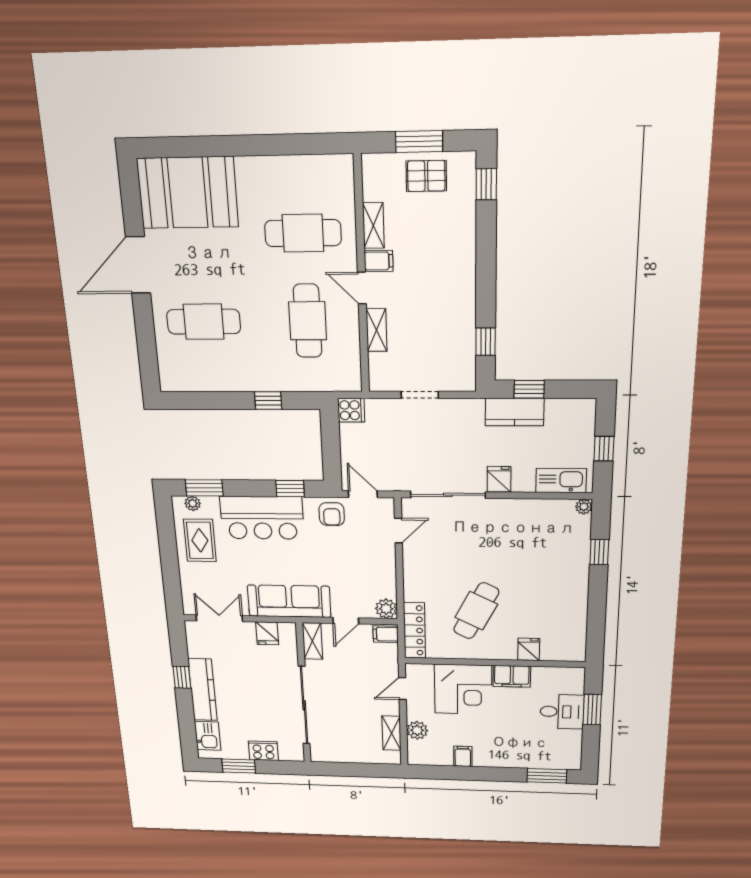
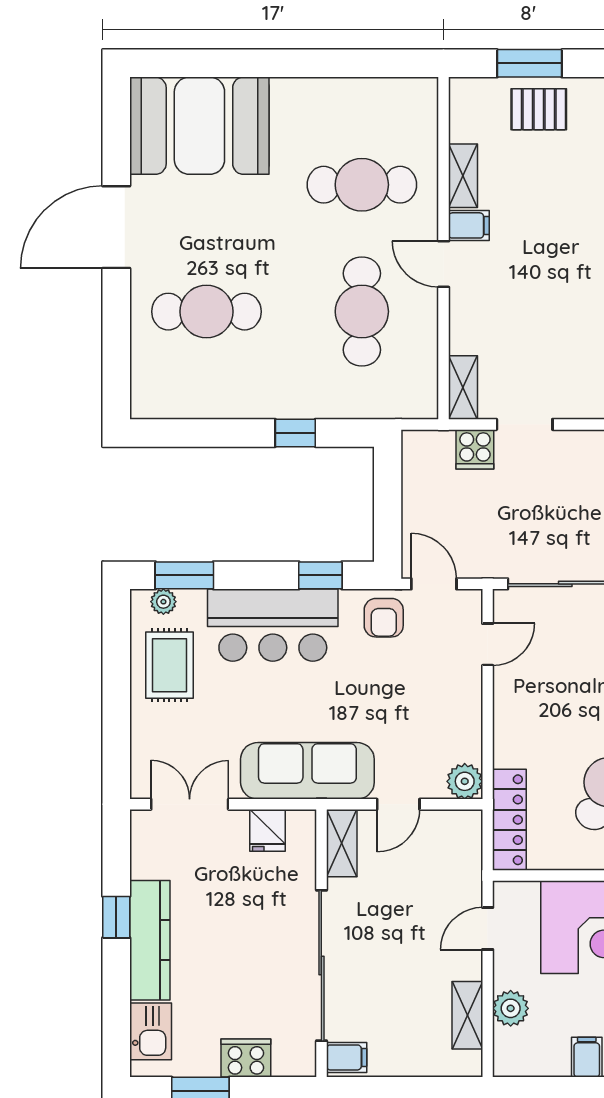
shelving: (377, 330) -> (463, 388), moved
cooker: (351, 410) -> (475, 449), moved, turned 90
filing cabinet: (386, 634) -> (347, 1057), moved, turned 180

